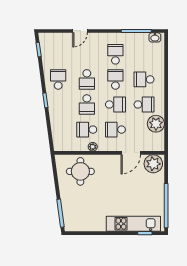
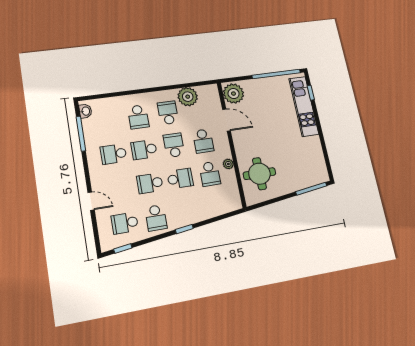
school desk: (58, 54) -> (125, 223), added
school desk: (58, 79) -> (156, 218), turned -90
school desk: (87, 79) -> (150, 183), turned 180

